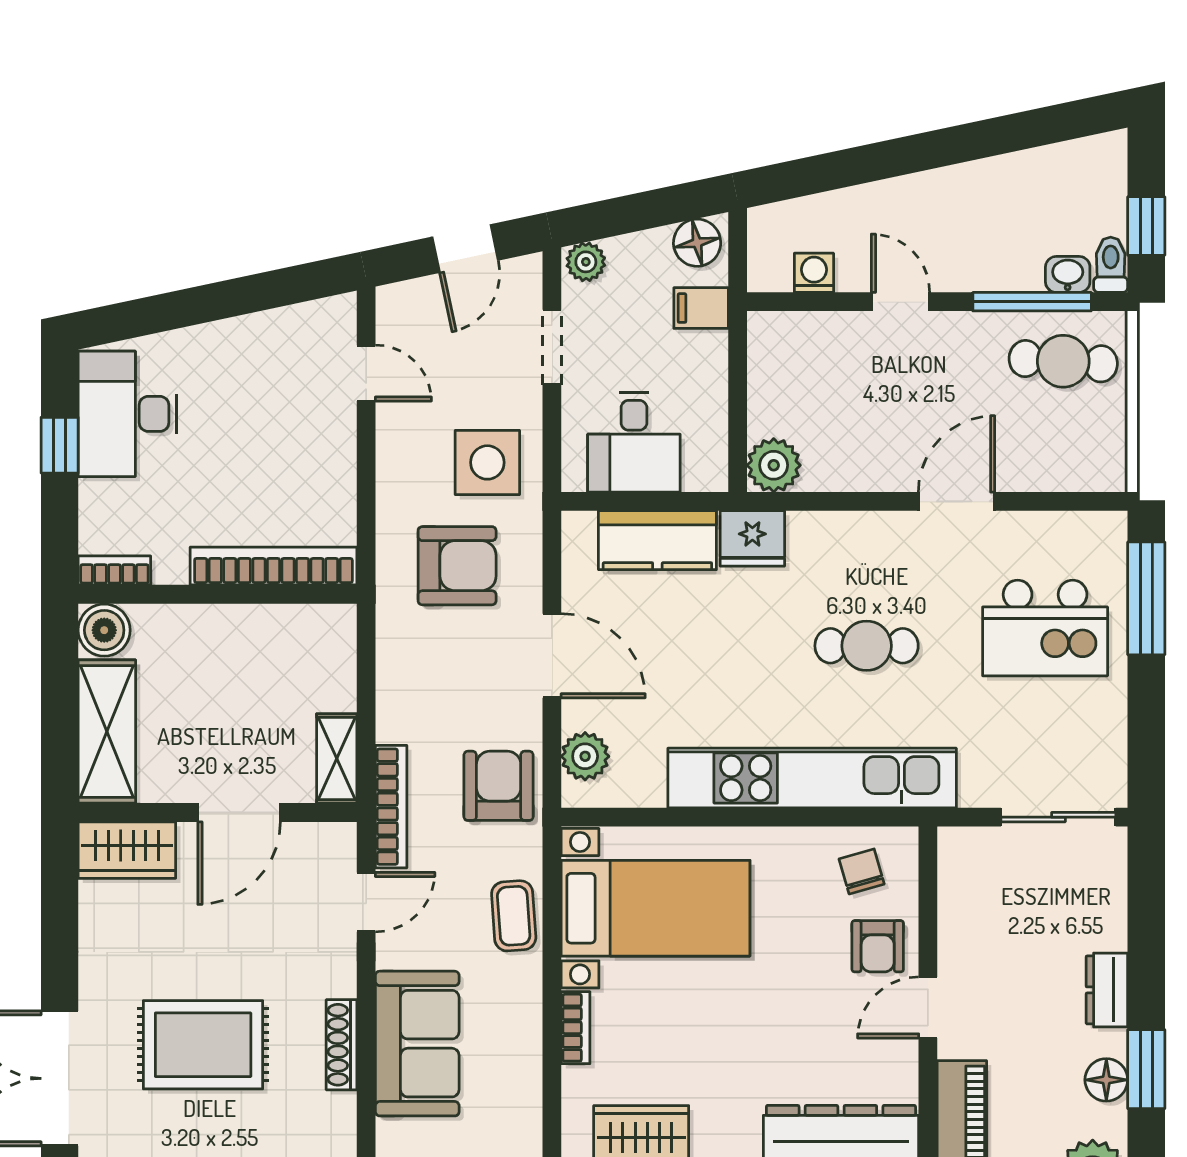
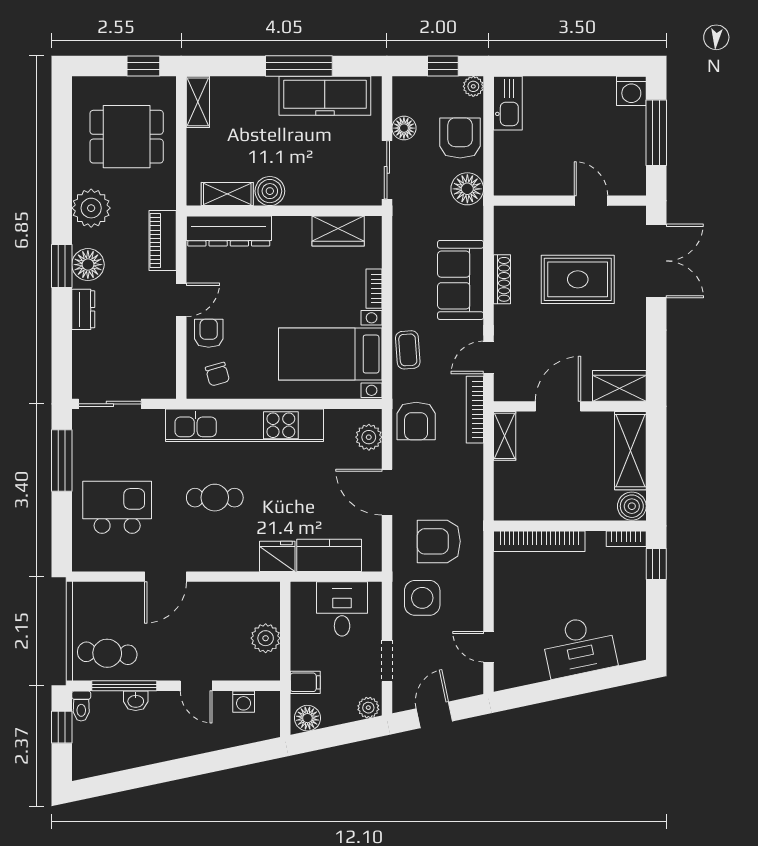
washbasin: (1068, 274) -> (136, 701), moved
desk: (127, 414) -> (579, 646), moved, turned 78
window: (60, 445) -> (656, 564), moved
plant: (774, 465) -> (266, 638), moved
window: (1146, 598) -> (62, 460), moved
floor lamp: (1106, 1080) -> (88, 265), width x1.38, depth x1.38

